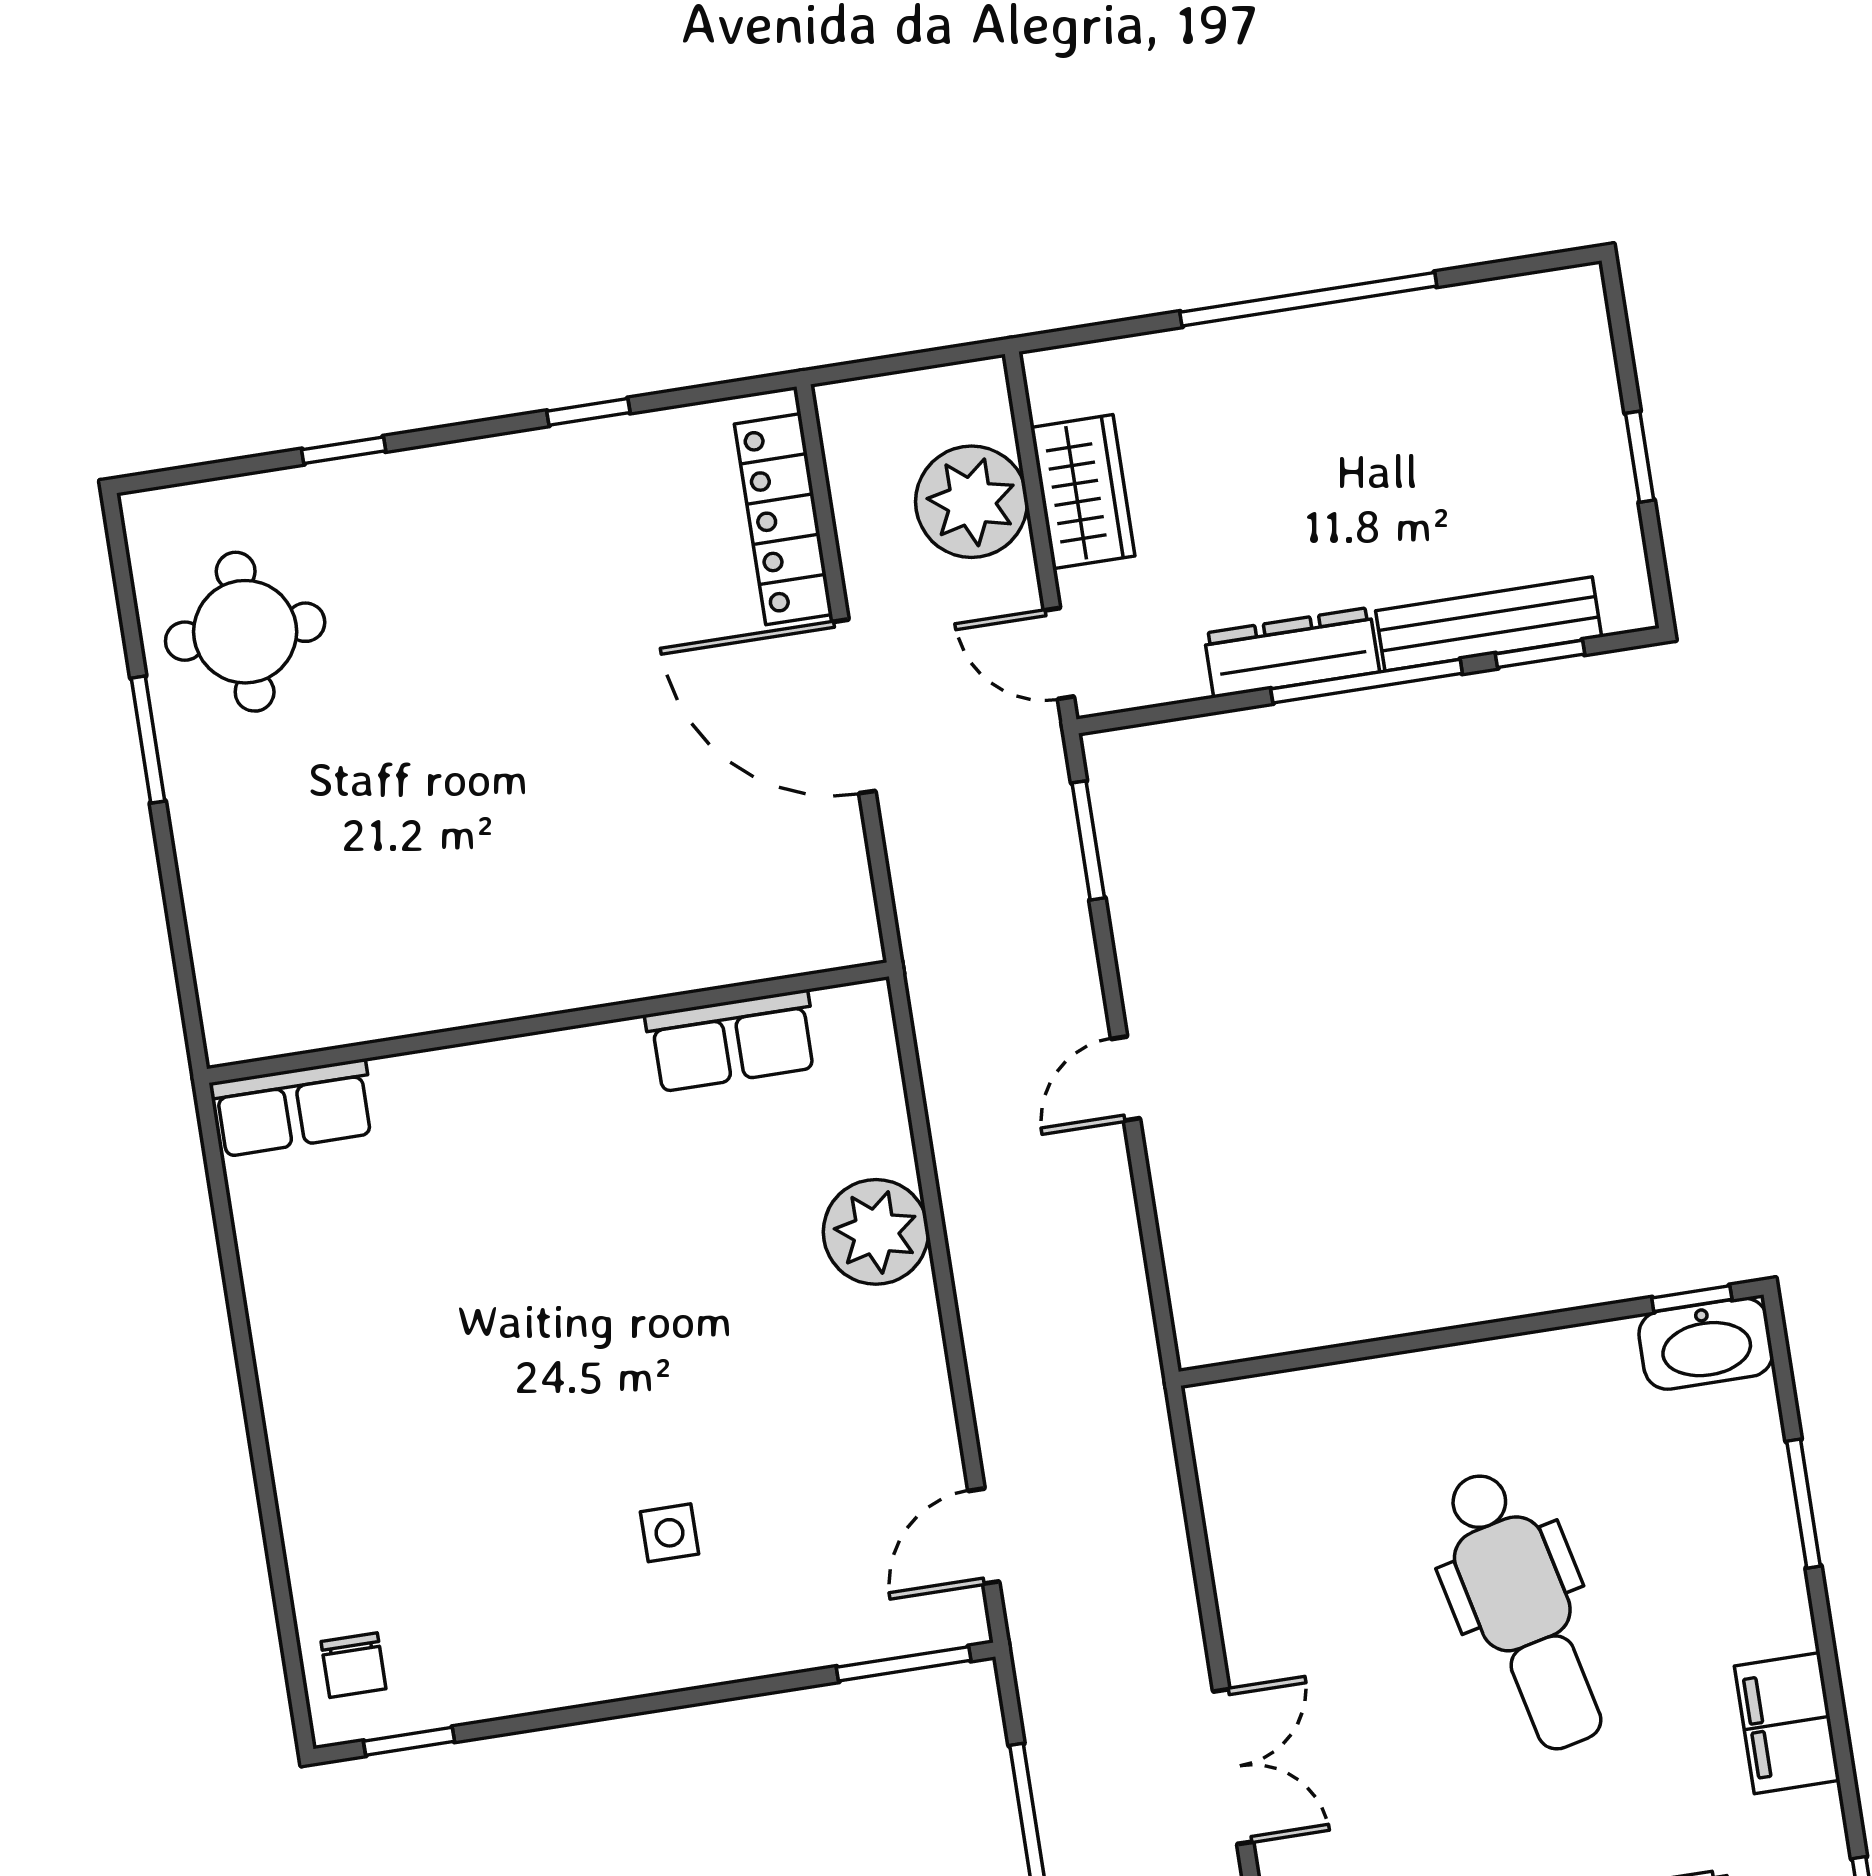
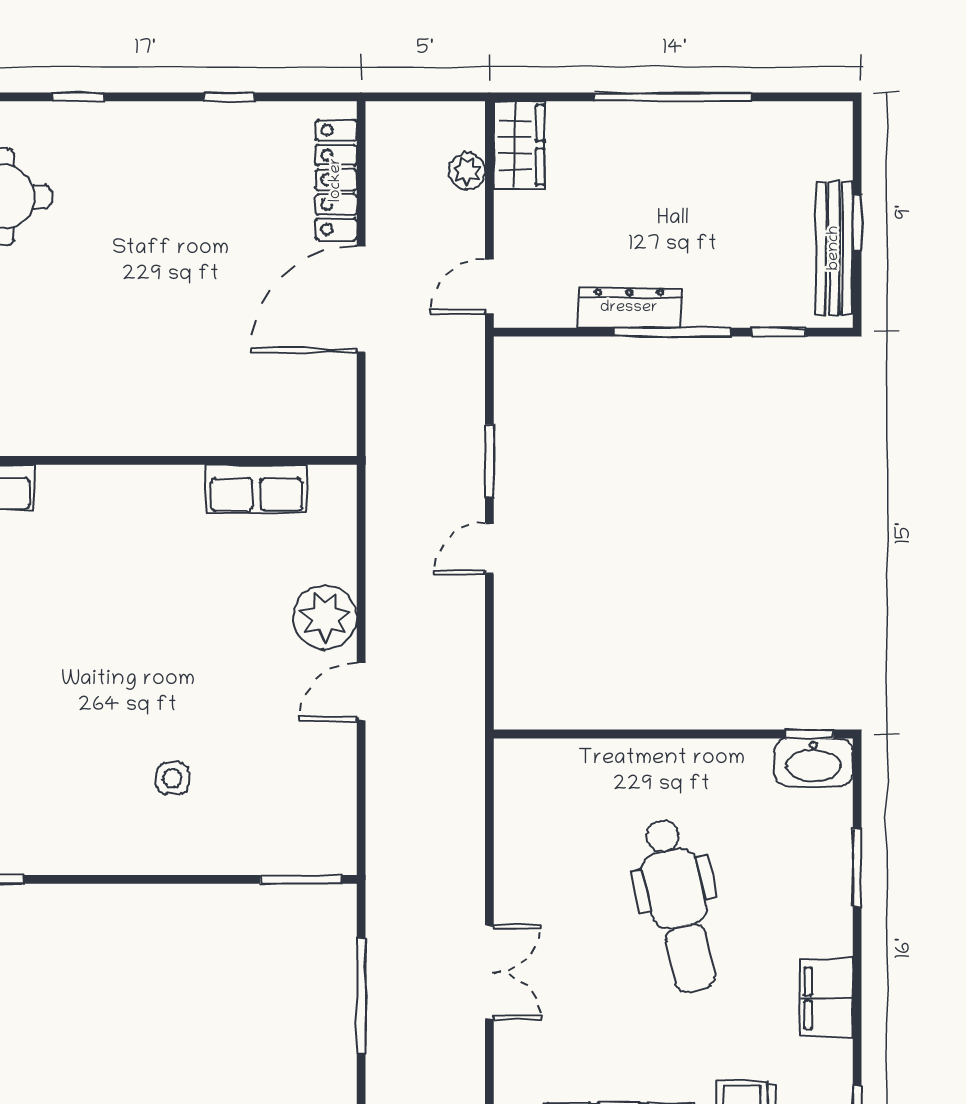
wardrobe: (1083, 492) -> (519, 145), moved
plant: (972, 502) -> (467, 171), width x0.53, depth x0.53
bench: (1489, 624) -> (834, 248), moved, turned 90
door: (1059, 654) -> (489, 286), hinge flipped
door: (854, 706) -> (361, 299), hinge flipped
window: (1088, 840) -> (489, 461), moved
door: (984, 1536) -> (361, 692), moved

